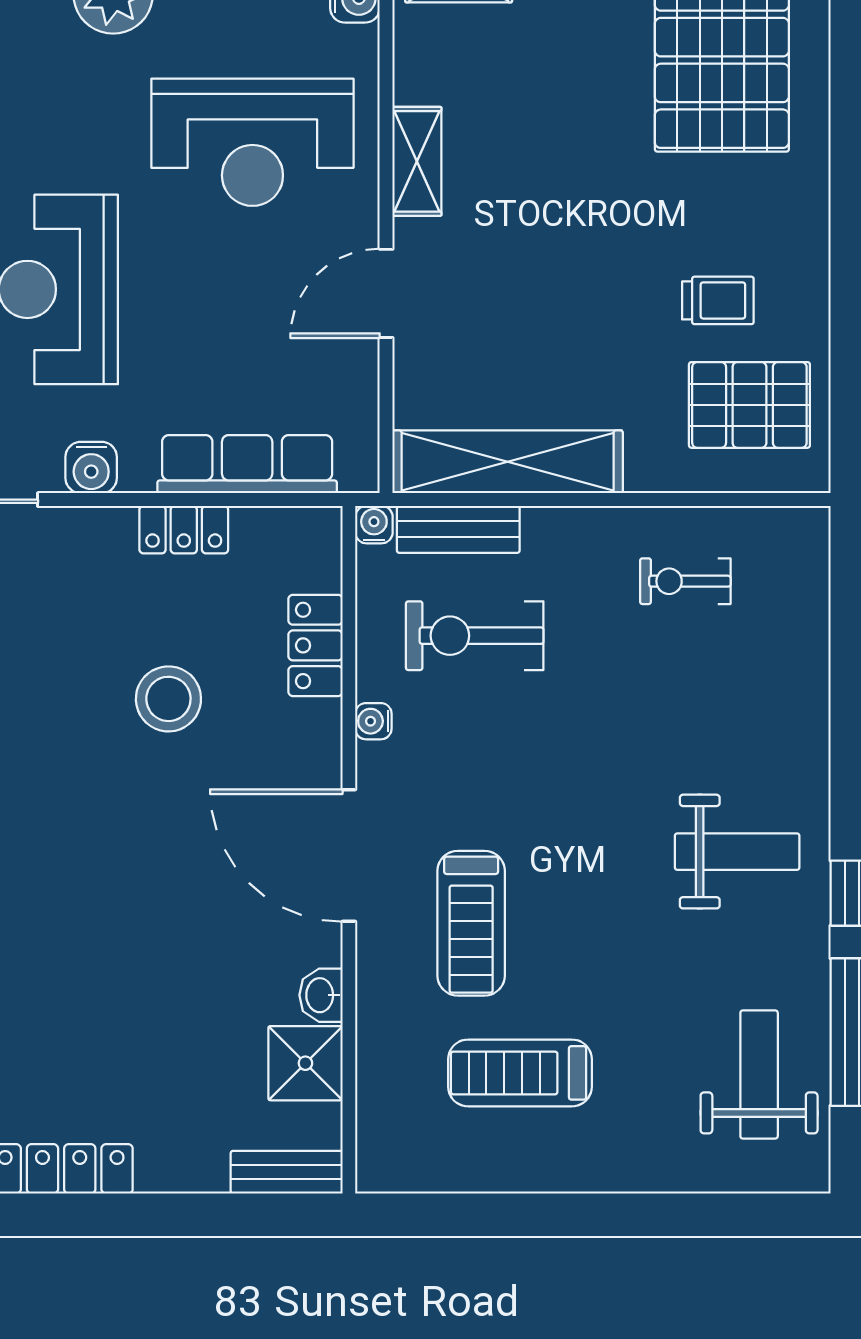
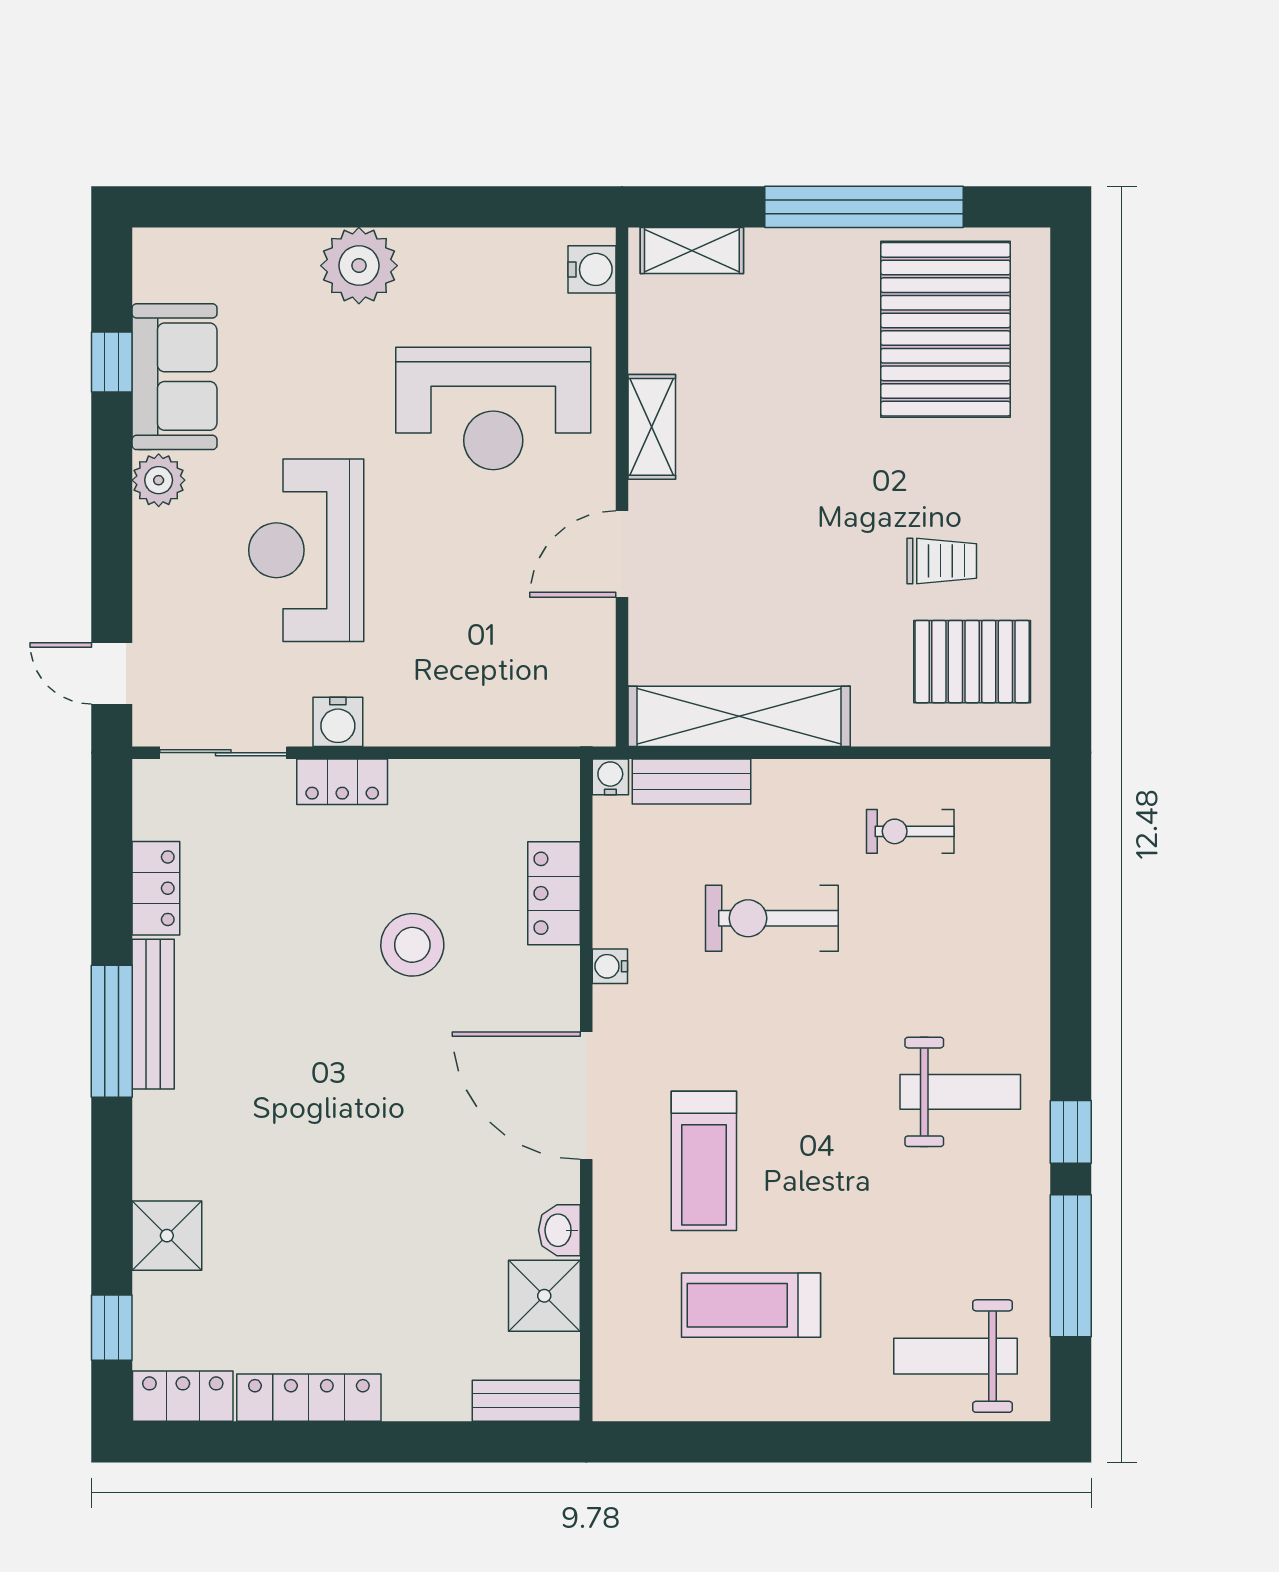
row of seats: (247, 464) -> (488, 719), removed
locker: (184, 530) -> (342, 782), moved
exercise bike: (475, 636) -> (772, 918), moved
weight bench: (759, 1074) -> (955, 1356), moved, turned -90

